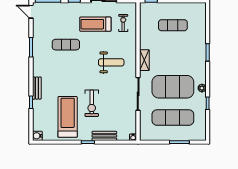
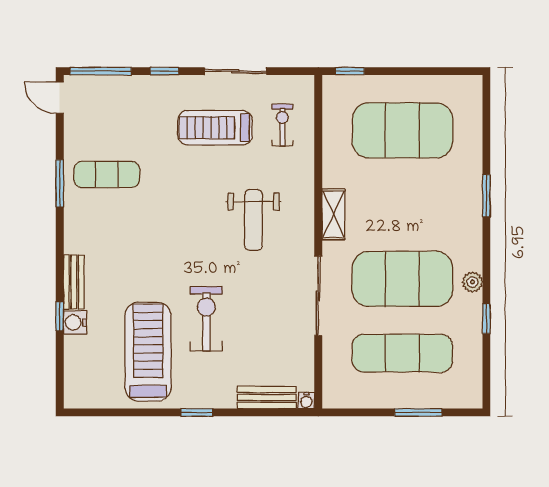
exercise mat: (173, 25) -> (402, 130), width x2.00, depth x1.45
exercise mat: (66, 45) -> (107, 174), moved
weight bench: (111, 62) -> (253, 220), turned 90
exercise bike: (92, 103) -> (206, 319), turned 180
water cooler: (37, 136) -> (75, 323), moved
bench: (104, 136) -> (267, 397), moved

